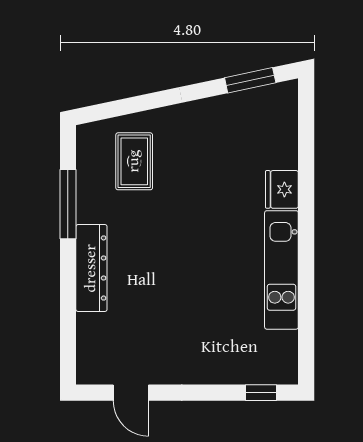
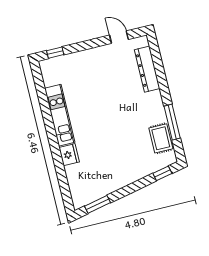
window: (111, 110) -> (162, 173), added
rug: (134, 161) -> (161, 138), moved
dresser: (91, 268) -> (147, 69), moved

